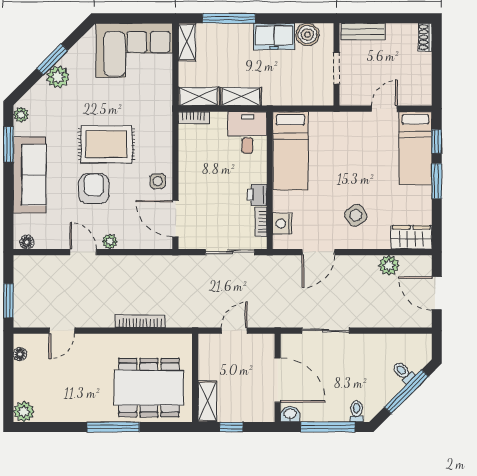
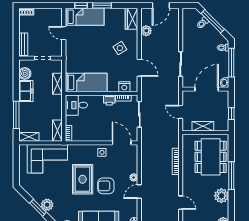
corner sofa: (134, 50) -> (47, 159), moved, turned 90
shelving: (241, 97) -> (57, 84), moved
door: (175, 219) -> (122, 143), swing flipped
shelving: (207, 402) -> (203, 126), moved
plant: (75, 408) -> (221, 196), added

